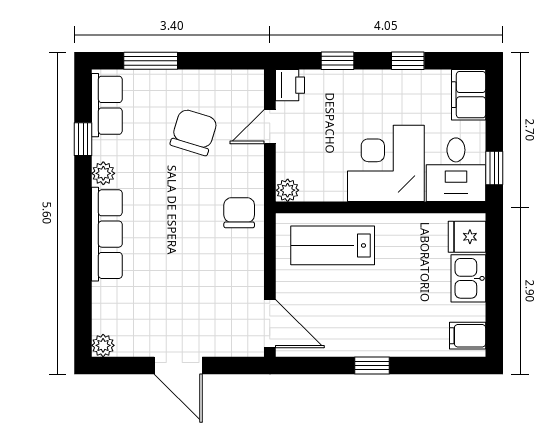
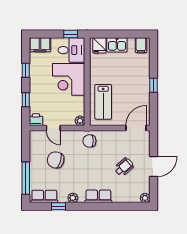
window: (151, 61) -> (26, 178), width x1.44
row of seats: (107, 234) -> (98, 196), width x0.68
wheelchair: (177, 295) -> (124, 167), added

